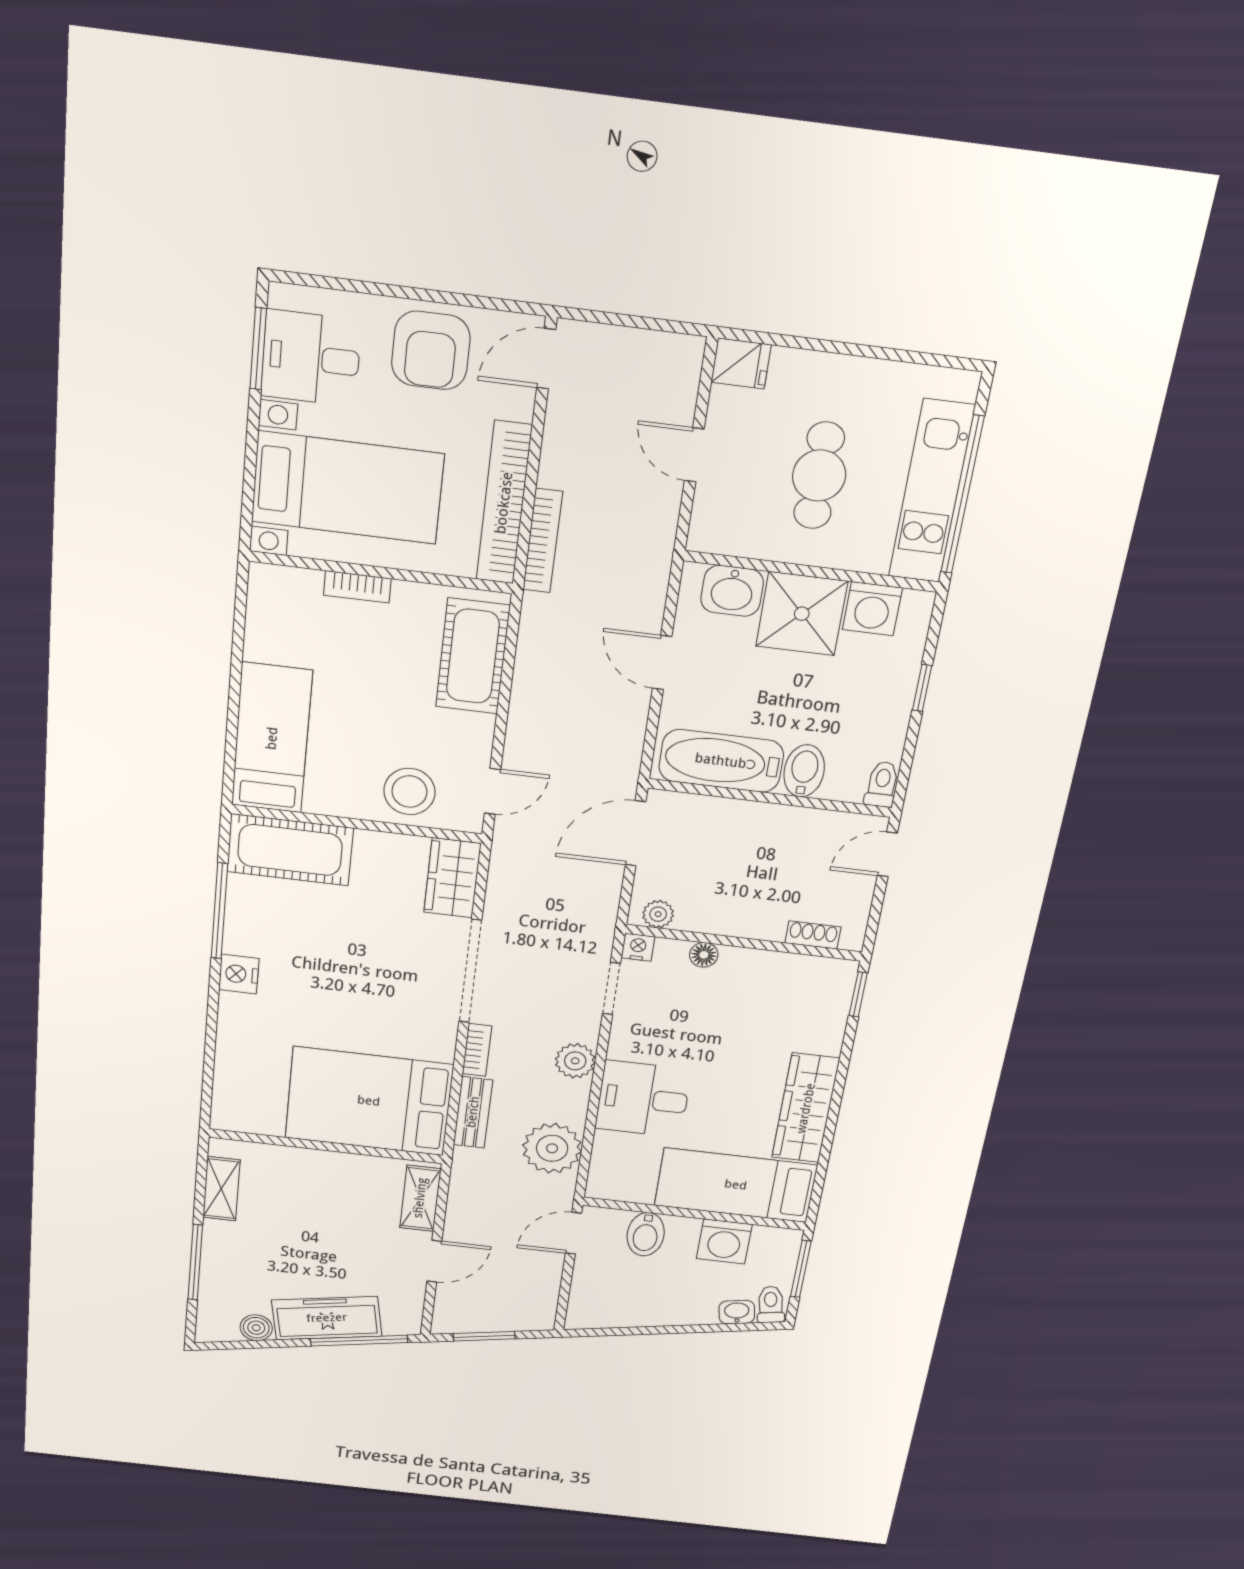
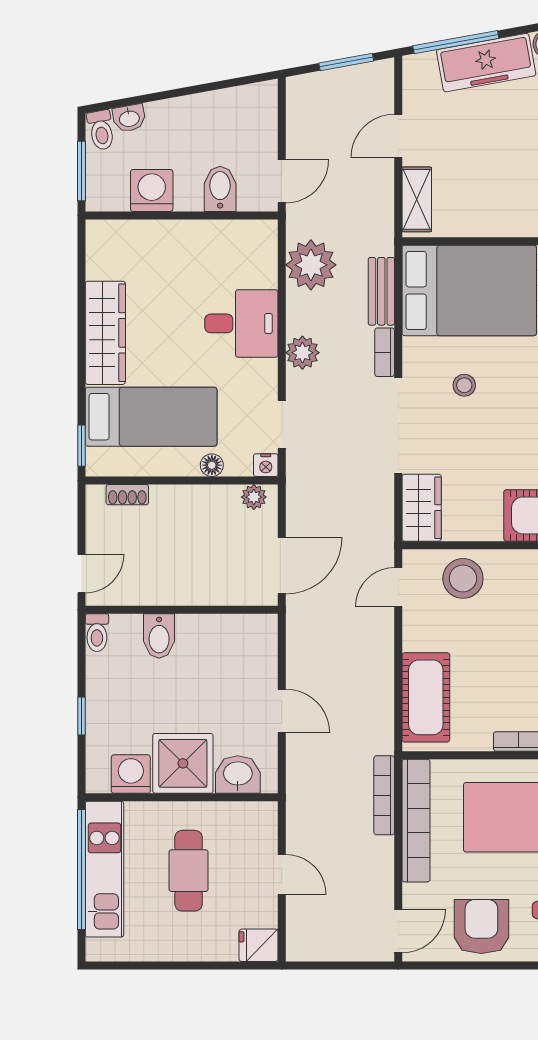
bathtub: (721, 761) -> (224, 636), removed
stool: (385, 1004) -> (464, 385), added
bed: (736, 1185) -> (151, 417), moved

